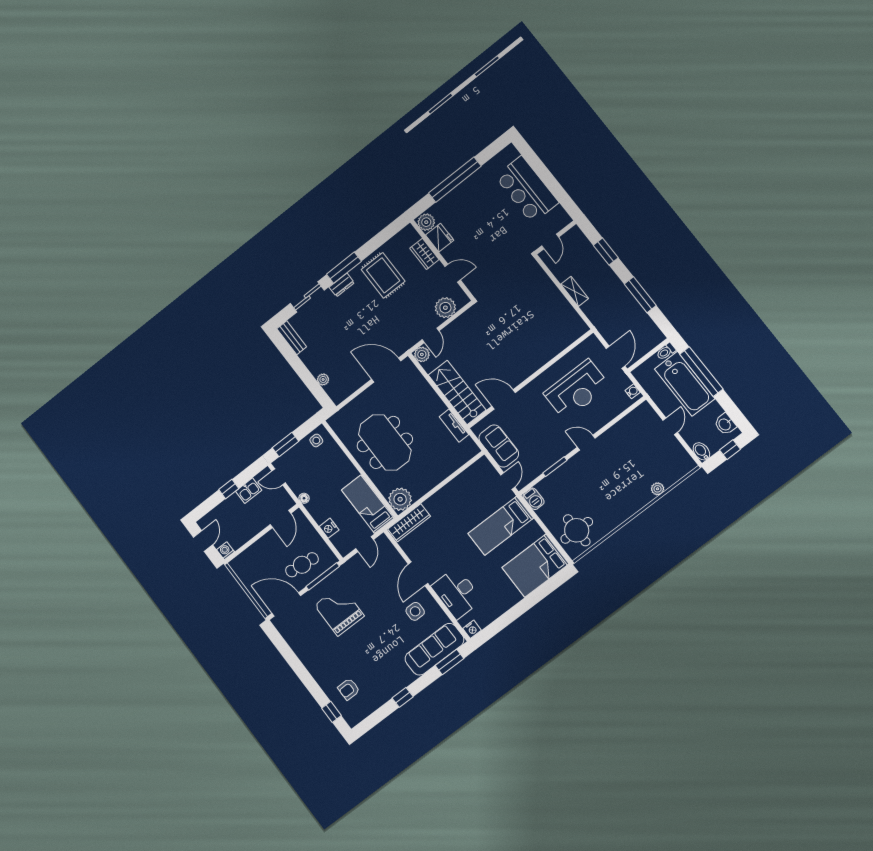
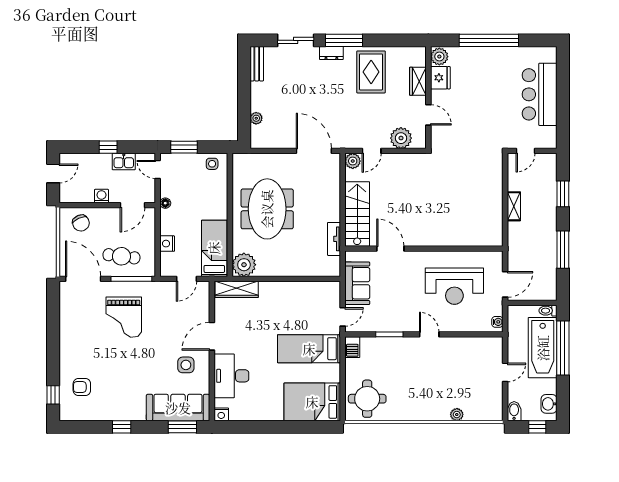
washing machine: (225, 551) -> (101, 196), moved
chair: (252, 563) -> (81, 223), added
grand piano: (339, 611) -> (124, 317), turned 180

